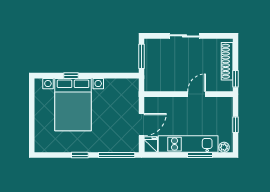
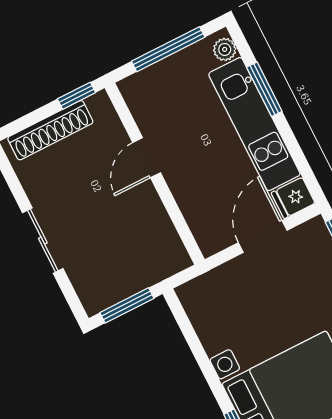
door: (197, 94) -> (147, 158), hinge flipped
door: (142, 125) -> (263, 237), hinge flipped
window: (236, 125) -> (168, 49), width x2.17

